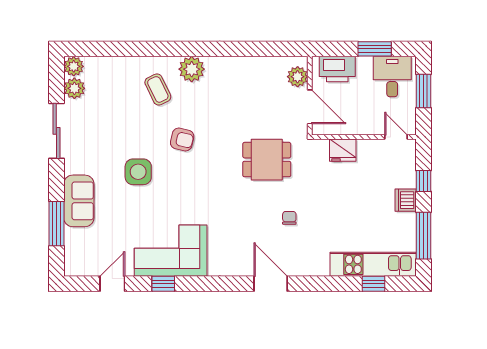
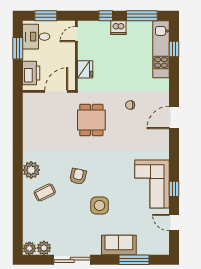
plant: (298, 77) -> (36, 100), removed

